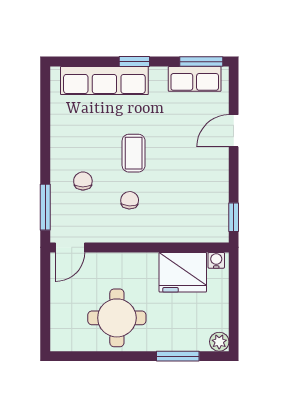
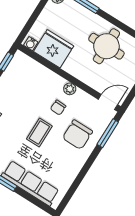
chair: (83, 181) -> (77, 135), width x1.87, depth x1.87
plant: (130, 234) -> (70, 89), added

